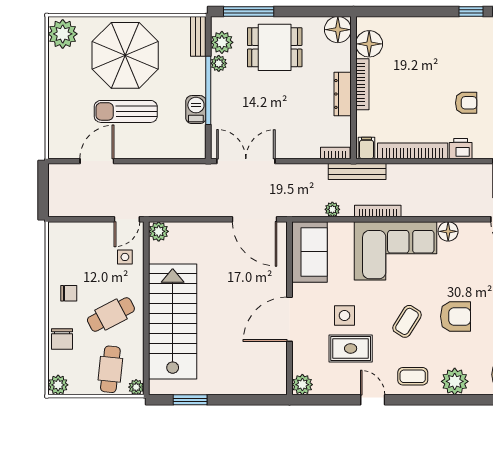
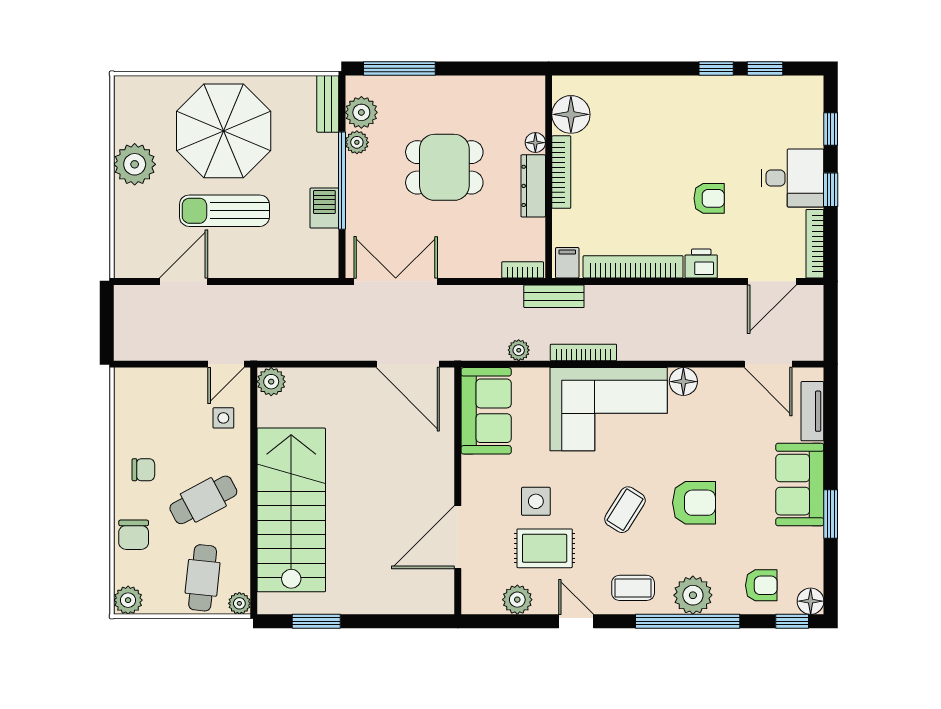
floor lamp: (338, 30) -> (535, 143), moved, width x0.53, depth x0.53
plant: (63, 34) -> (135, 164), moved
dining table: (275, 47) -> (444, 167), moved
bench: (357, 172) -> (554, 296), width x0.73
door: (290, 319) -> (458, 537), moved
plant: (302, 385) -> (517, 600), moved
window: (451, 400) -> (688, 621), added

